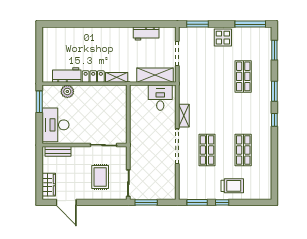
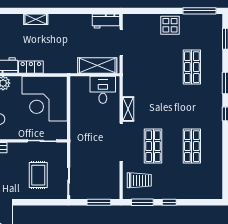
window: (198, 24) -> (143, 11), removed
workbench: (146, 34) -> (106, 21), moved
shelving: (117, 77) -> (36, 19), moved
corner desk: (106, 106) -> (45, 99), added
trolley: (232, 186) -> (139, 180), moved
window: (146, 202) -> (99, 202), moved

